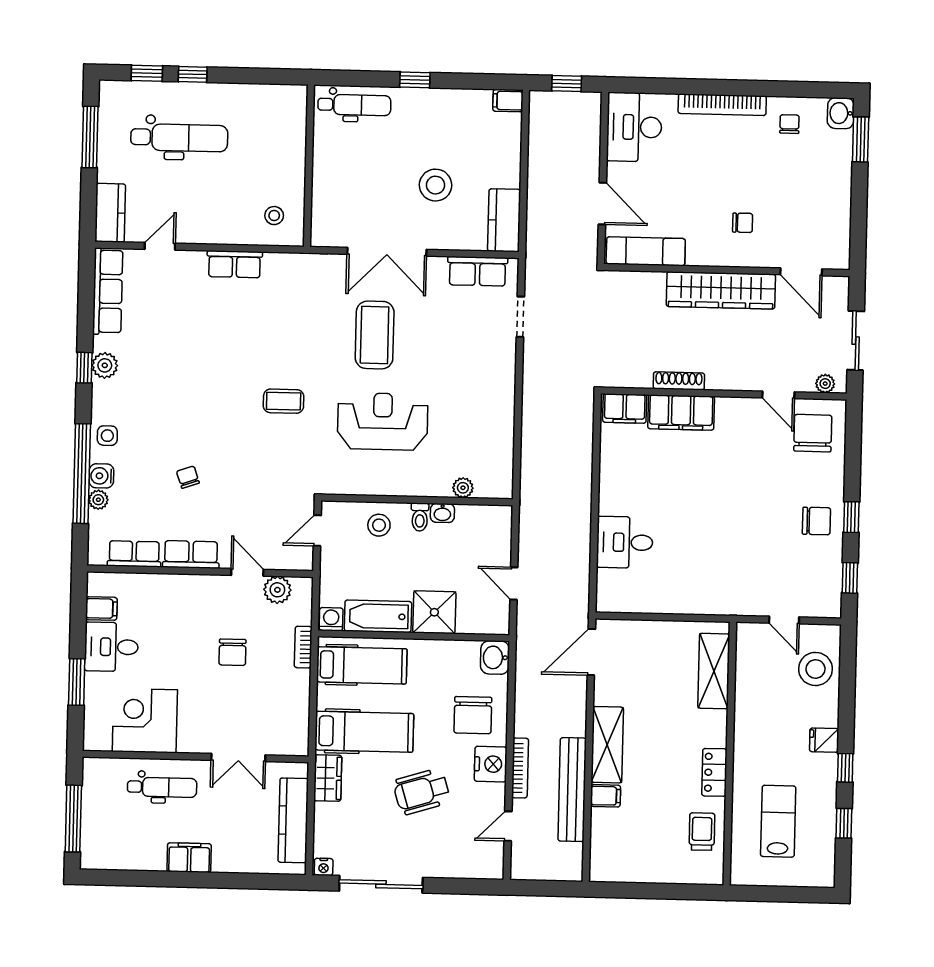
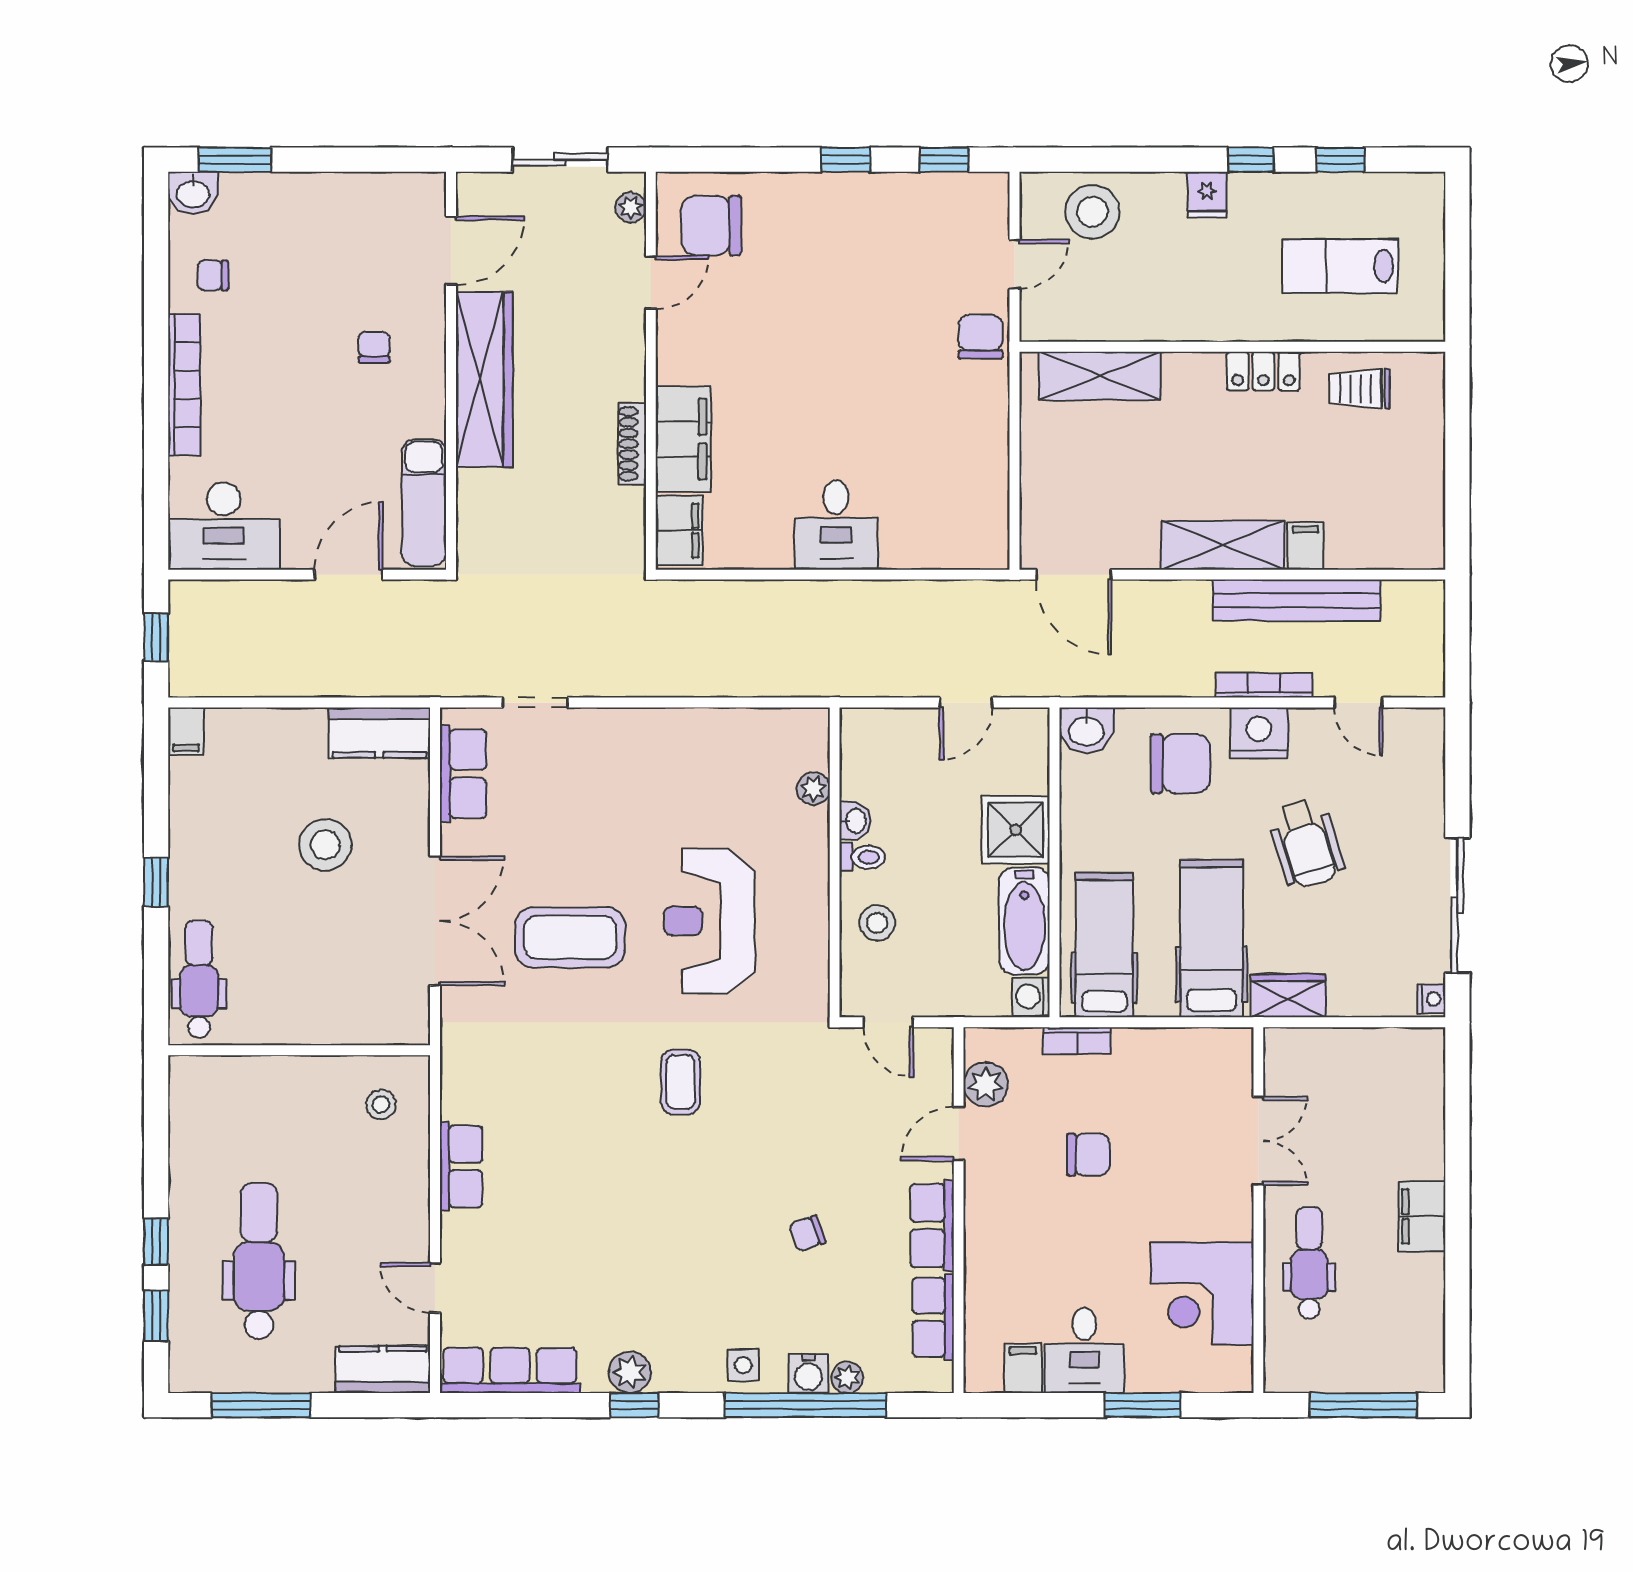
chair: (816, 521) -> (981, 337), moved
desk: (625, 542) -> (836, 525), moved
kitchen counter: (293, 820) -> (1358, 1050), removed

